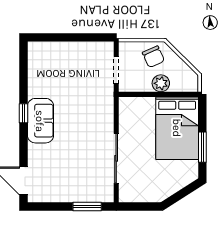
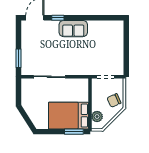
plant: (161, 83) -> (97, 117), moved
window: (23, 113) -> (58, 18), moved
window: (202, 147) -> (74, 132), moved

